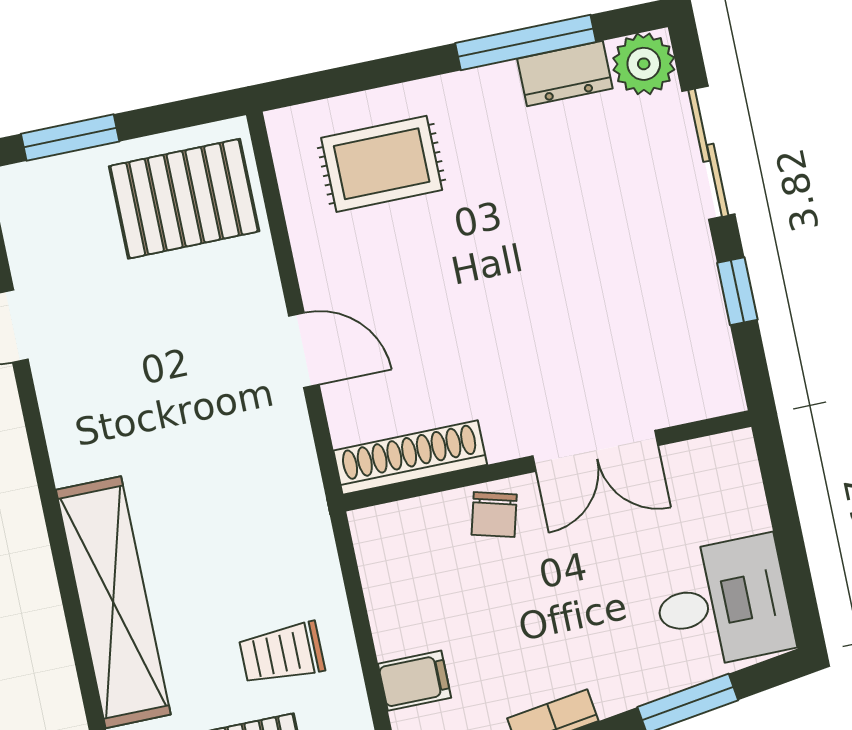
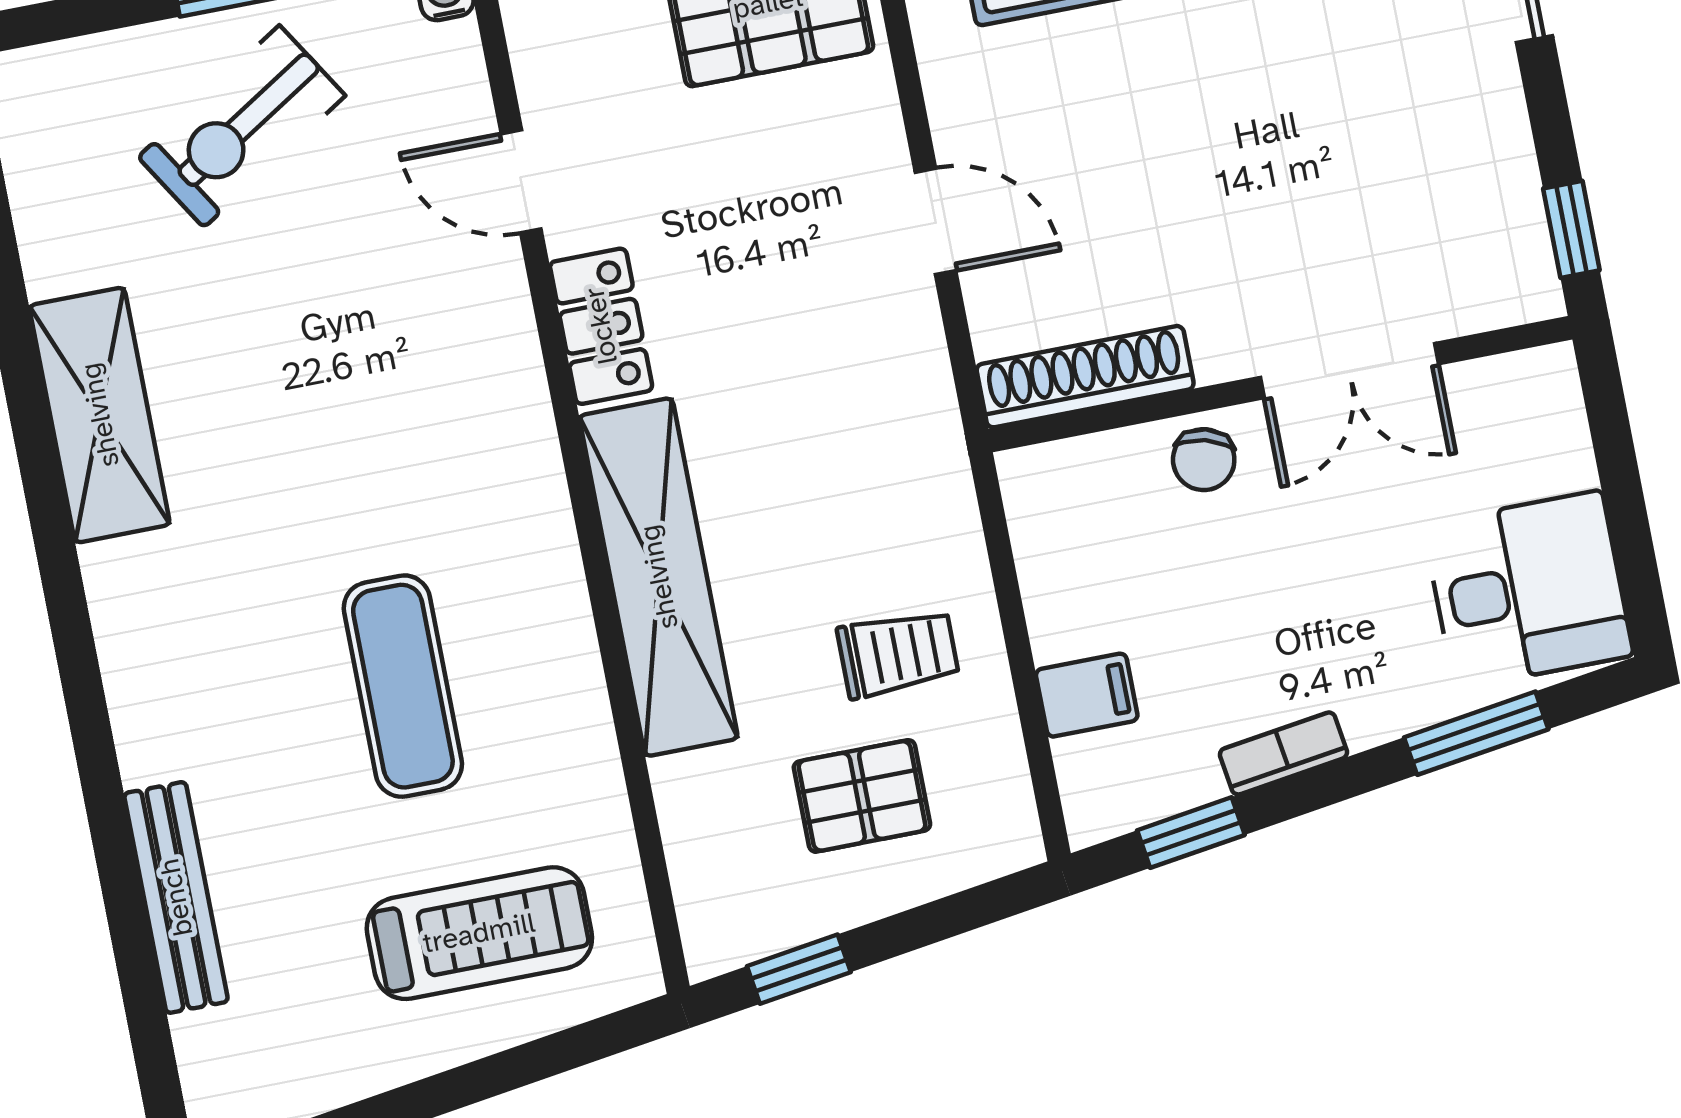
window: (737, 291) -> (1571, 229), moved
locker: (71, 427) -> (601, 326), added
trolley: (282, 653) -> (898, 653), turned 180

